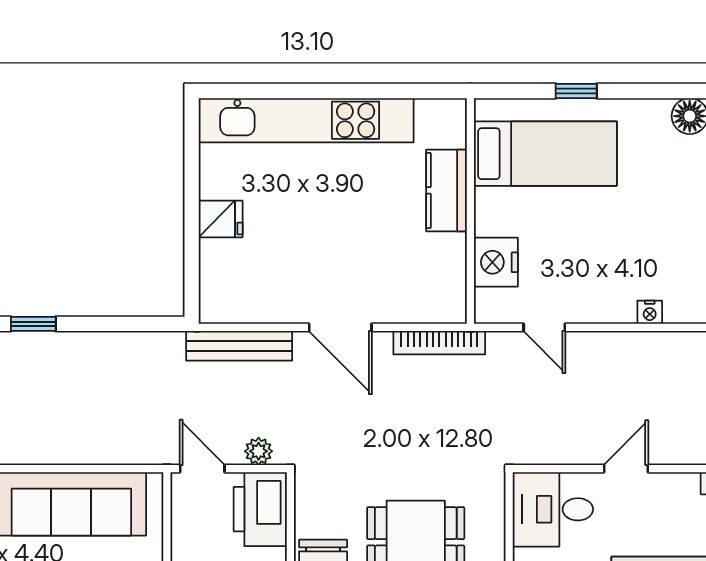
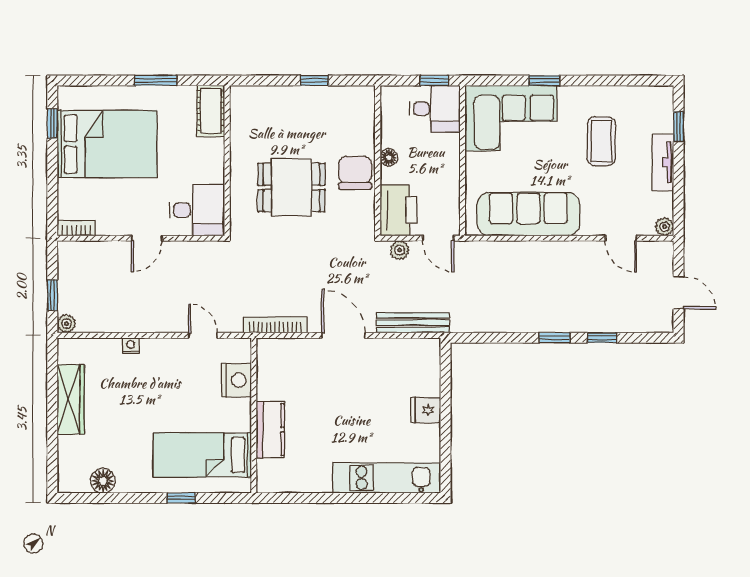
kitchen unit: (306, 120) -> (387, 478), width x0.73

